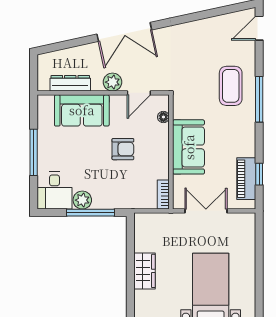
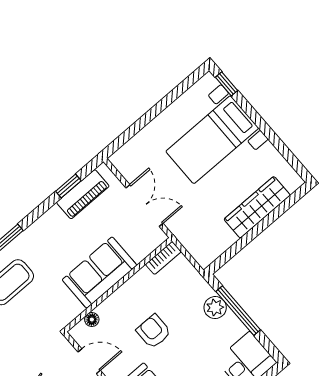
plant: (82, 200) -> (215, 308), moved
double door: (206, 211) -> (145, 206), swing flipped
wardrobe: (145, 271) -> (257, 207), width x1.50

